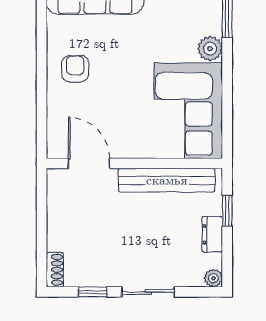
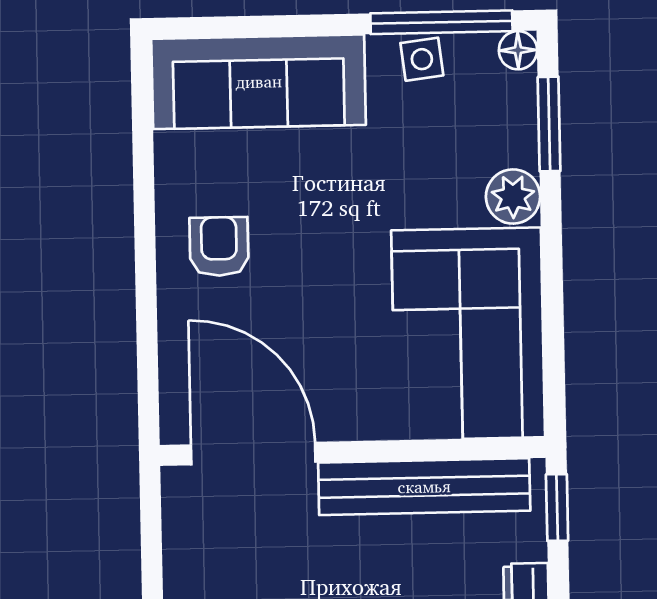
door: (89, 163) -> (253, 454), width x1.36
window: (227, 211) -> (557, 508), moved

